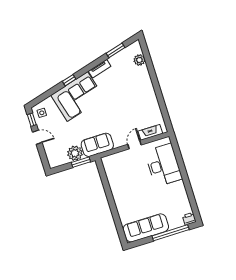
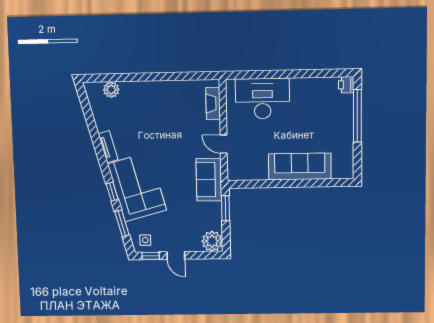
window: (116, 50) -> (122, 223), moved
door: (37, 137) -> (176, 256), swing flipped
door: (135, 145) -> (224, 144), moved
plant: (75, 153) -> (212, 241), moved
sofa: (146, 228) -> (300, 166), moved, turned 90

